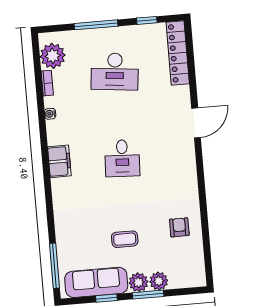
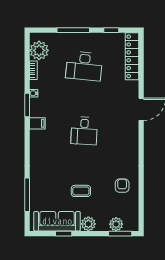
window: (43, 130) -> (27, 105), added
filing cabinet: (59, 161) -> (37, 123), width x0.50
window: (54, 266) -> (27, 195), moved
plant: (159, 281) -> (116, 224), moved
window: (148, 295) -> (120, 234), moved

